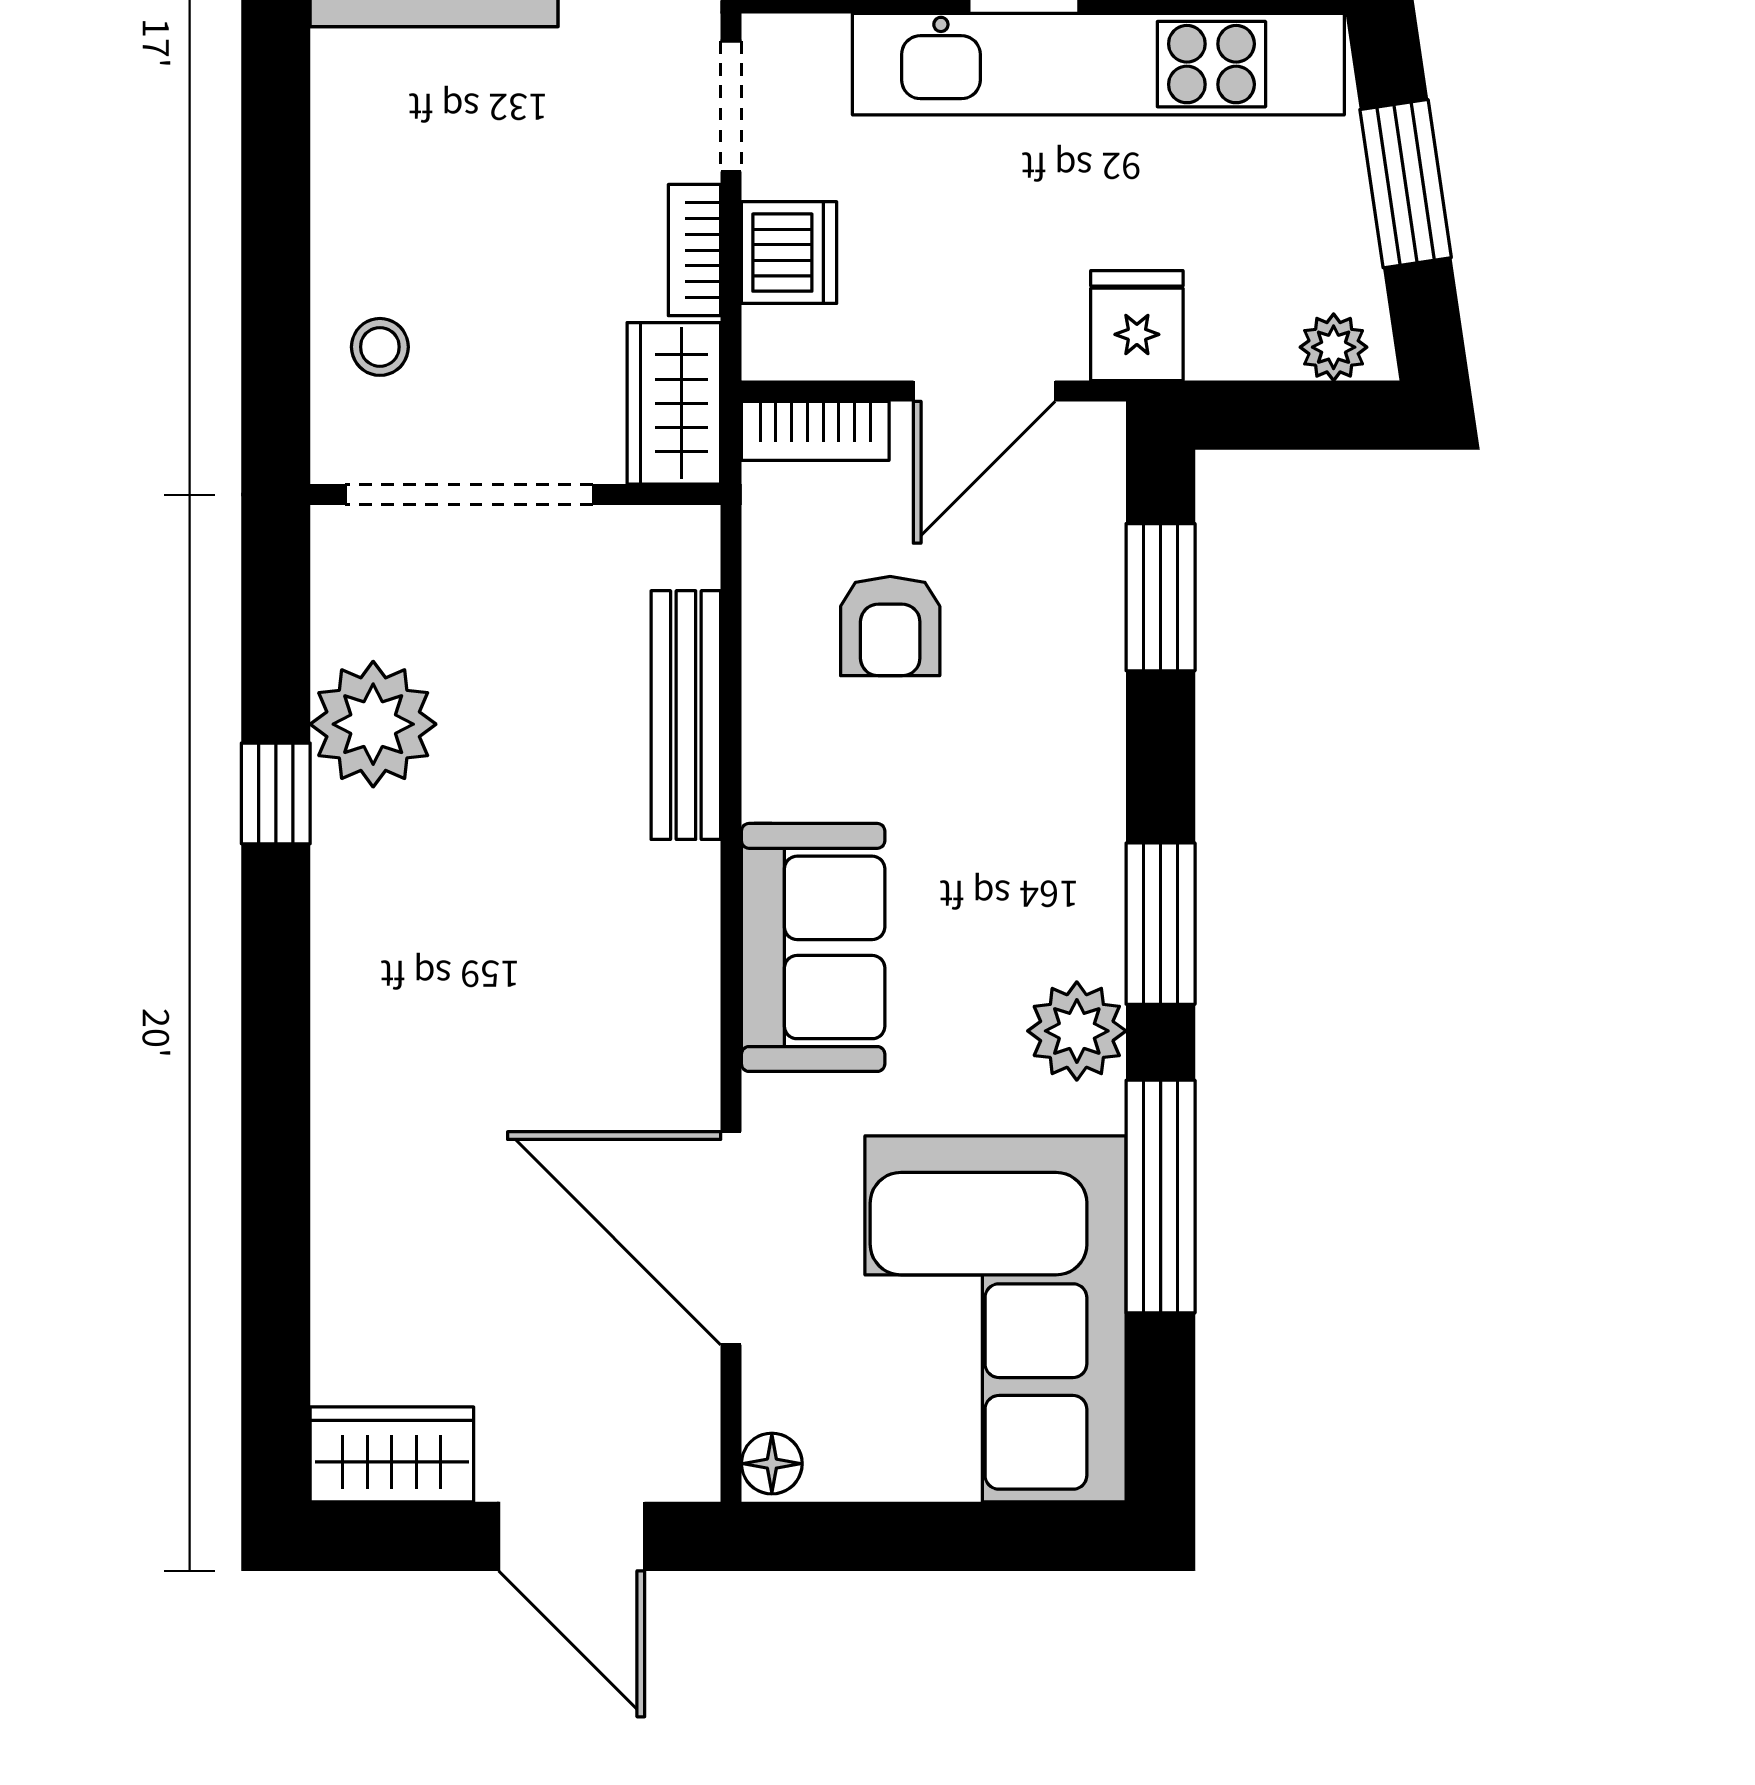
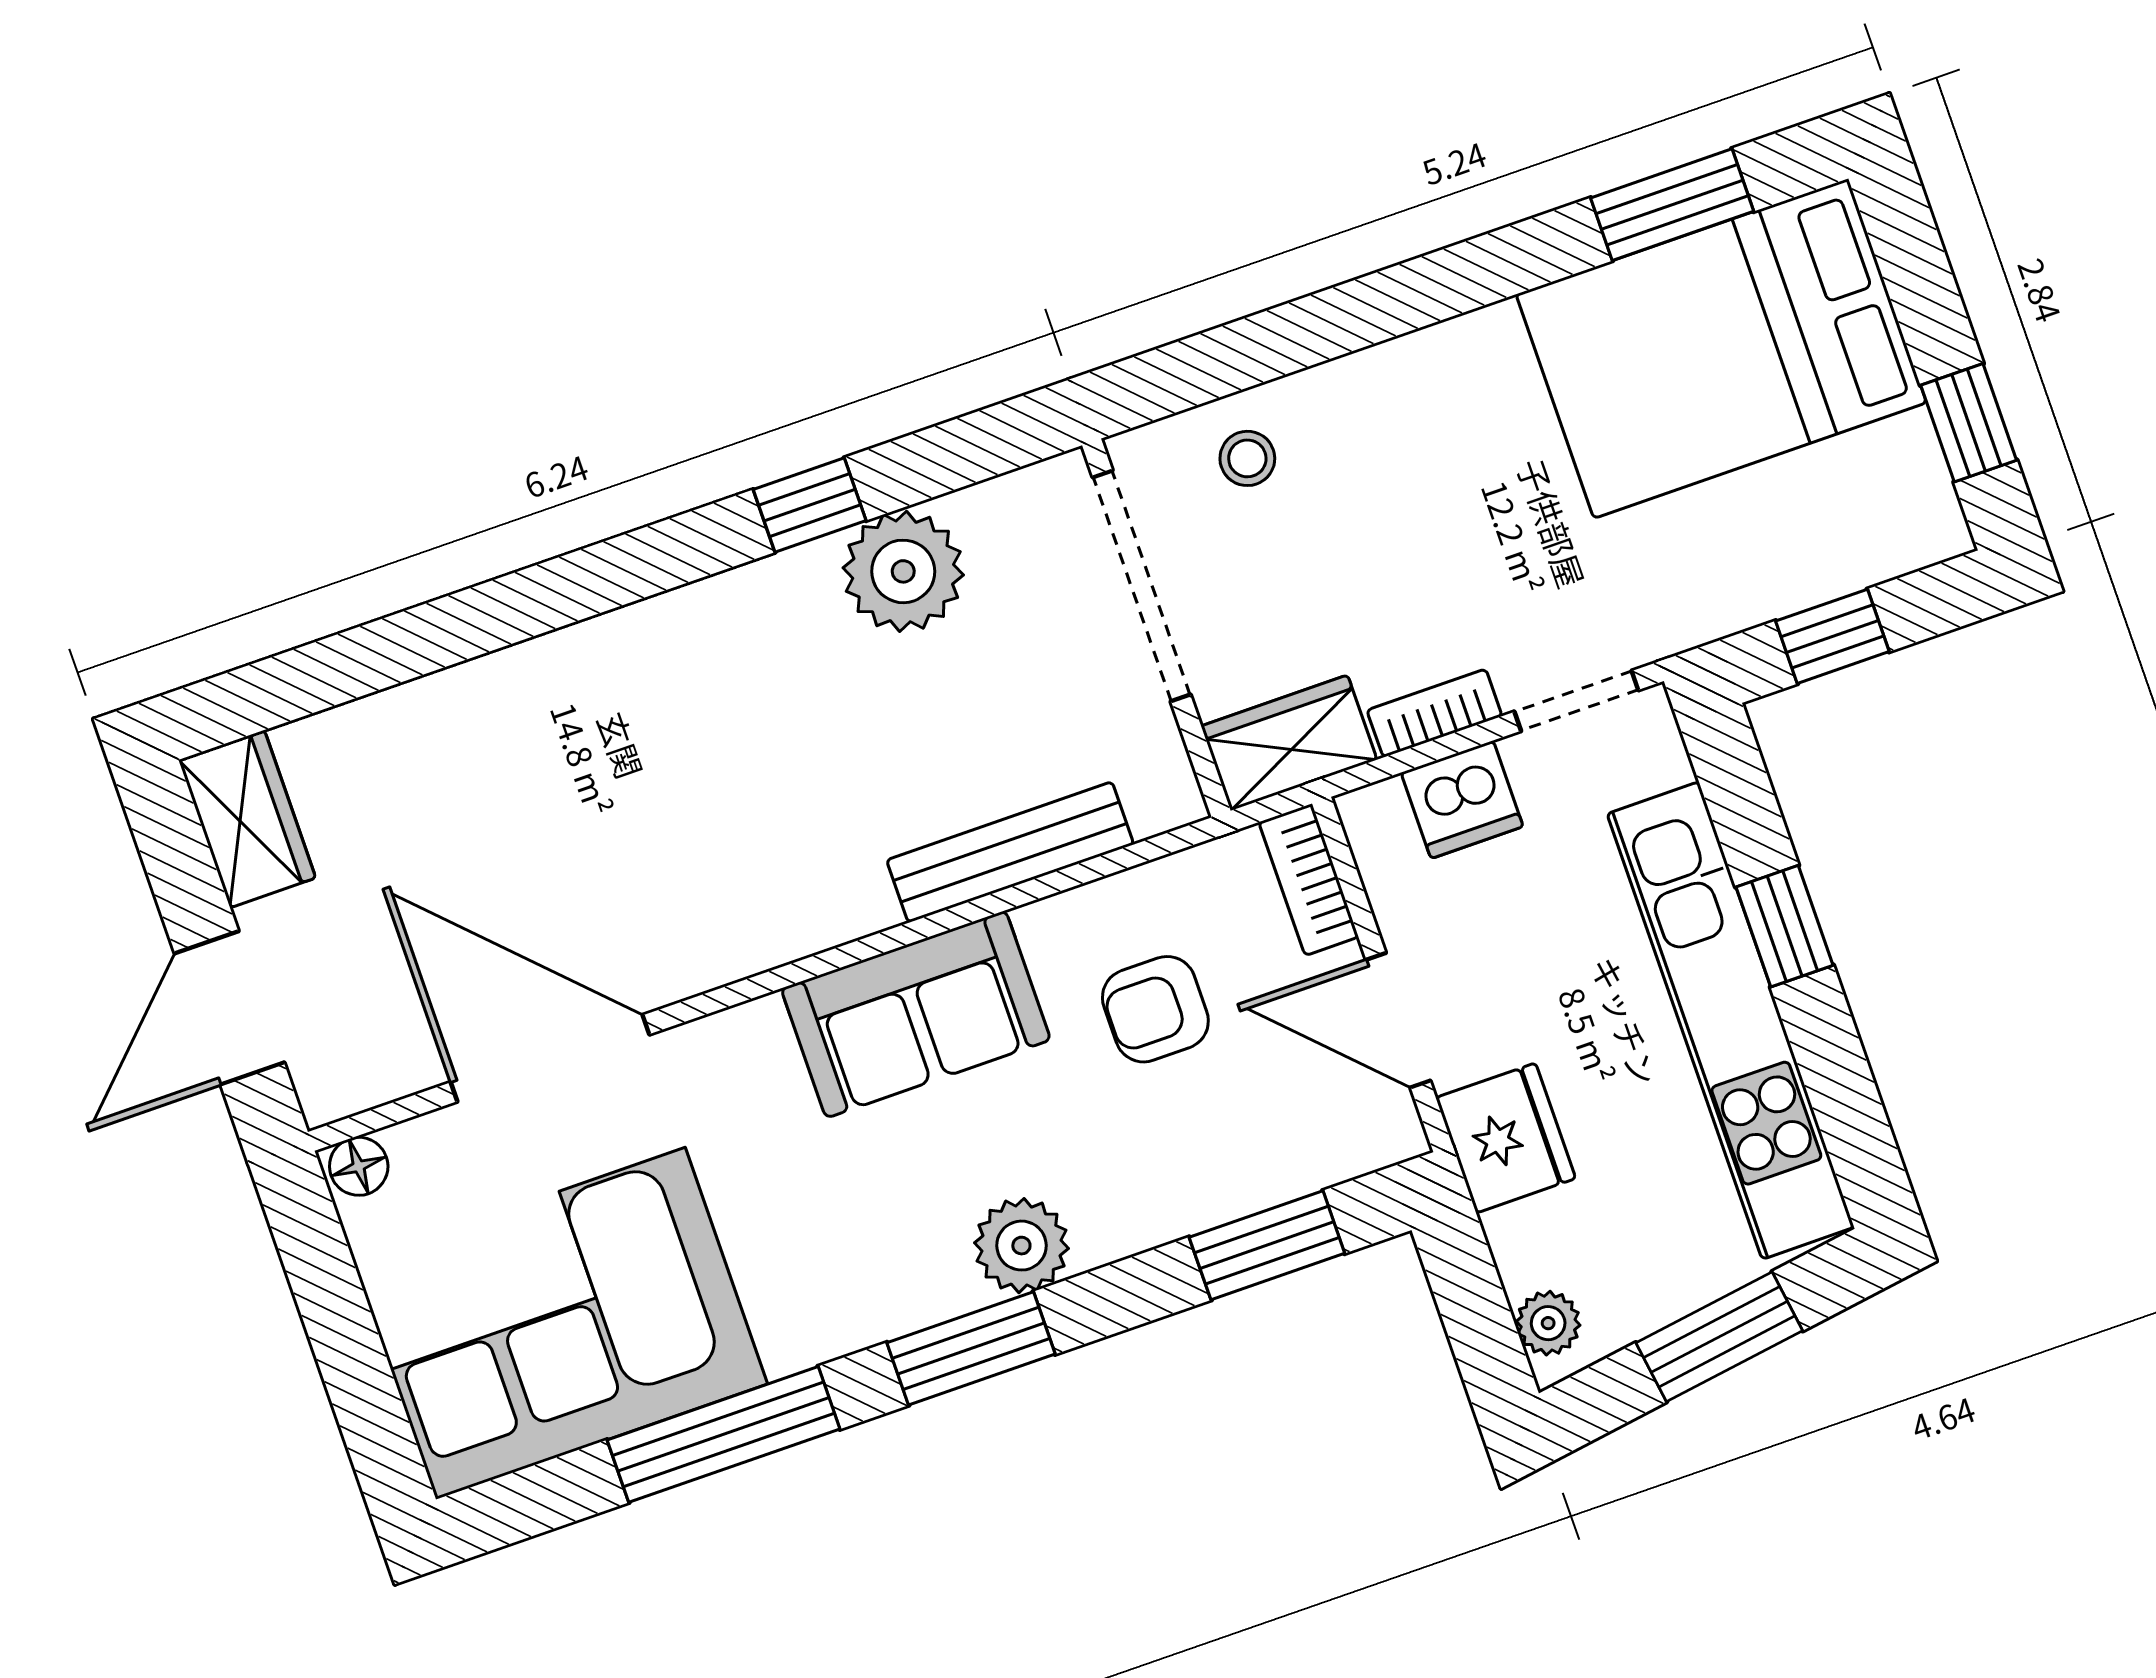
fridge: (1137, 326) -> (1506, 1138), width x1.38
sofa: (813, 947) -> (916, 1014), moved
plant: (1077, 1031) -> (1021, 1246), moved
door: (731, 1238) -> (550, 1058), hinge flipped

